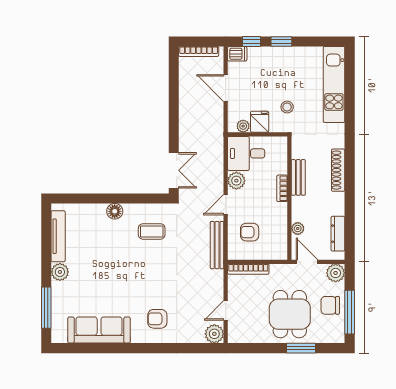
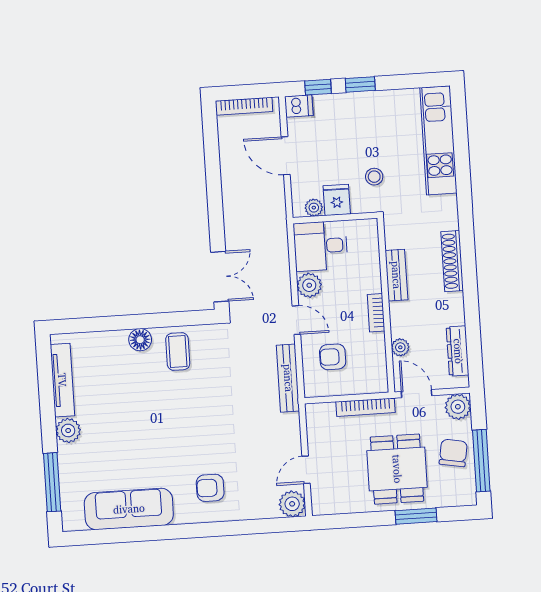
bookcase: (282, 188) -> (376, 313), moved
door: (226, 205) -> (296, 320), swing flipped
coffee table: (152, 231) -> (178, 351), moved, turned 90
bookcase: (248, 269) -> (366, 407), moved
chair: (330, 305) -> (453, 453), turned 100

